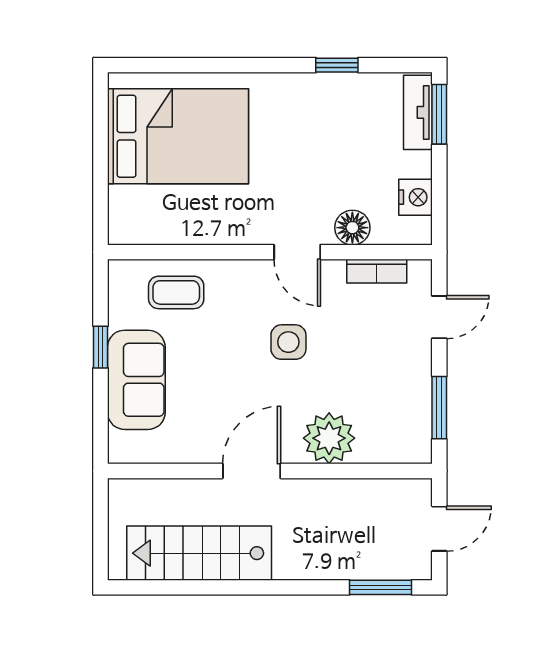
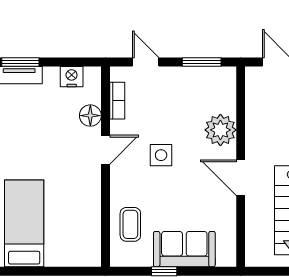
bed: (178, 136) -> (24, 223), width x0.67

